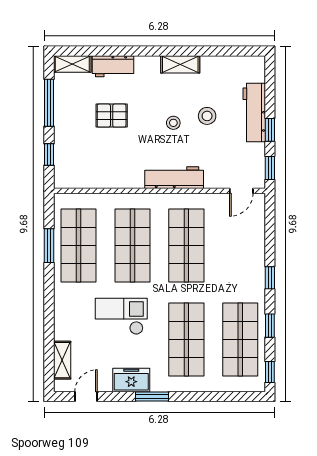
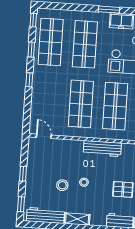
workbench: (254, 113) -> (45, 215), moved, turned -90
window: (270, 168) -> (21, 204), moved
workbench: (174, 178) -> (102, 149), moved
door: (241, 191) -> (44, 136), hinge flipped

